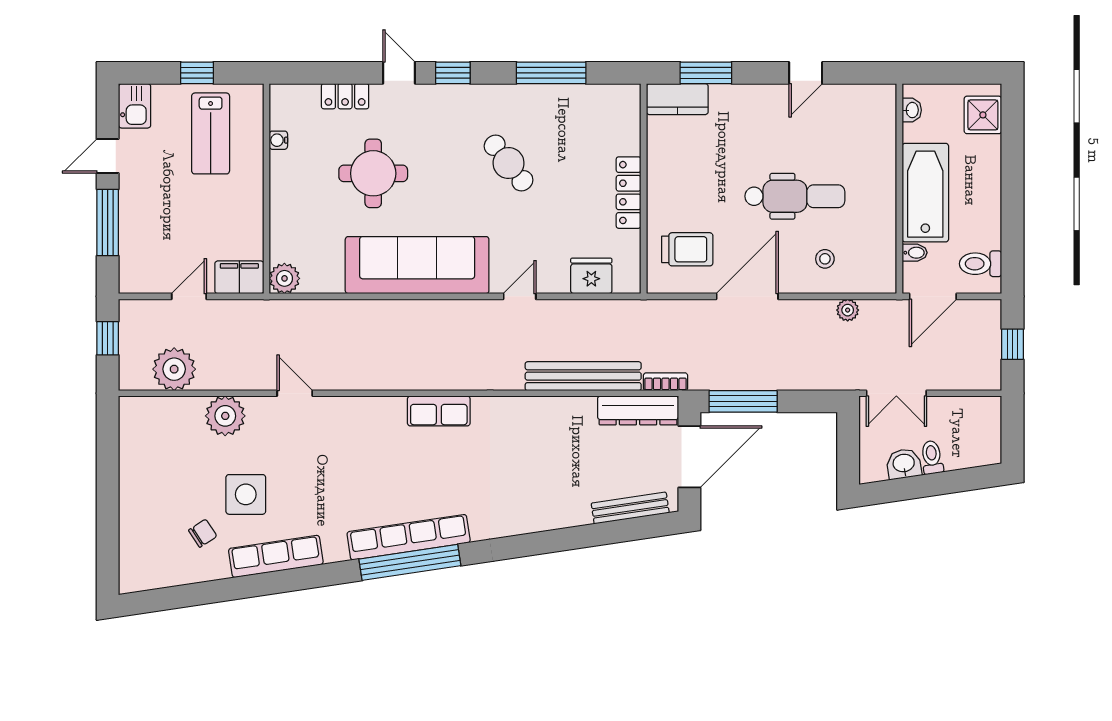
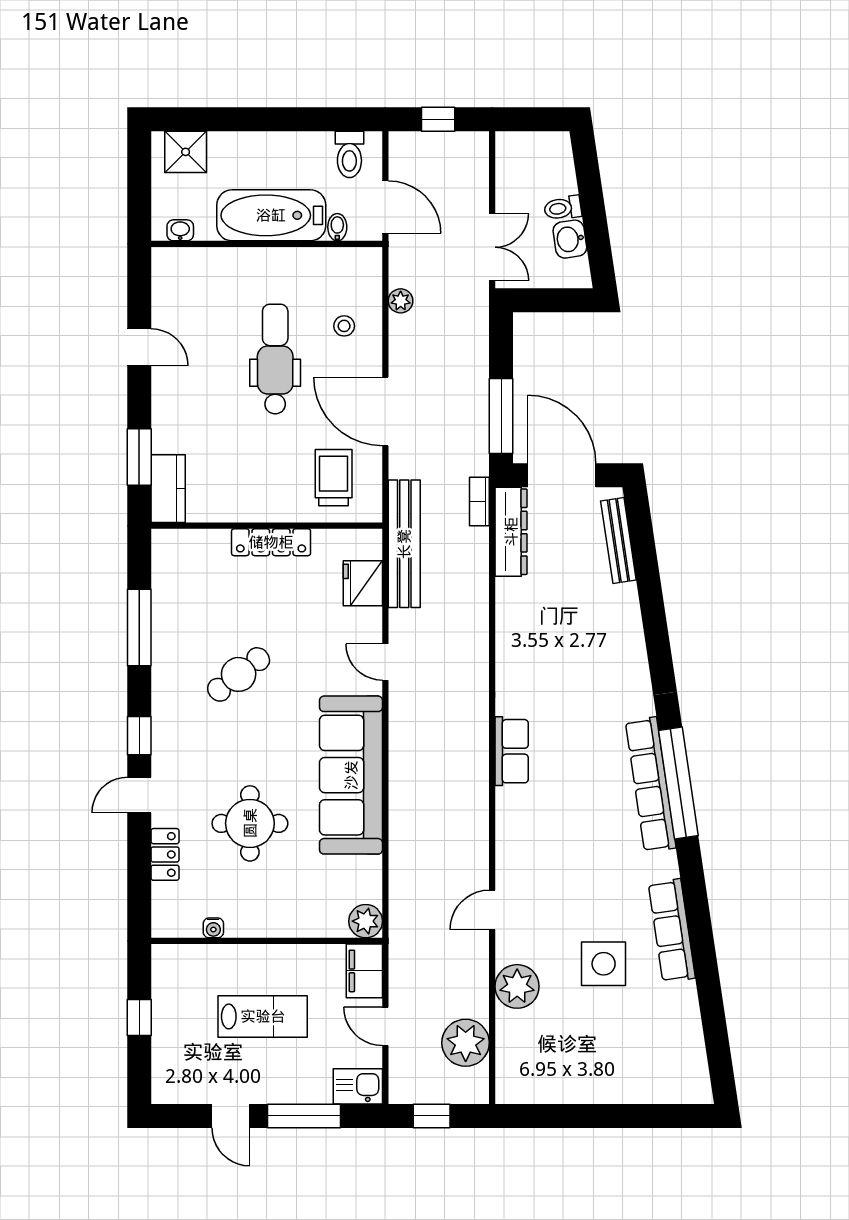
kitchen sink: (135, 106) -> (358, 1086), moved
lab bench: (211, 133) -> (263, 1016), moved
bench: (583, 376) -> (404, 544), moved
chair: (203, 533) -> (646, 1011), removed

